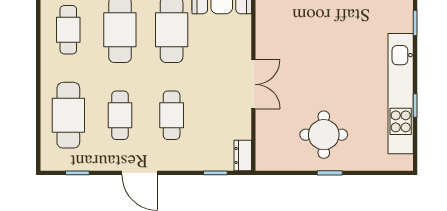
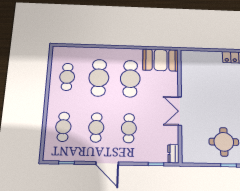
double door: (253, 84) -> (180, 111), swing flipped
cafe table: (68, 115) -> (63, 127), width x0.73, depth x0.74

